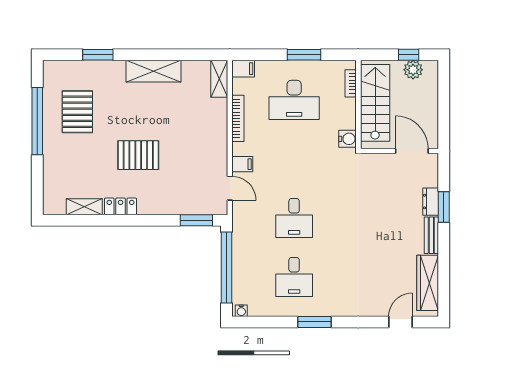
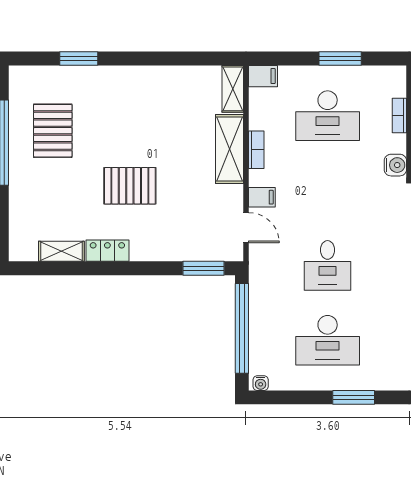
shelving: (154, 71) -> (229, 149), moved, turned 90
bookcase: (351, 83) -> (399, 115), moved
bookcase: (238, 118) -> (256, 150), width x0.64
desk: (294, 277) -> (328, 340), width x1.37

